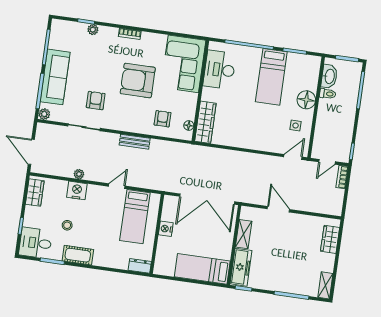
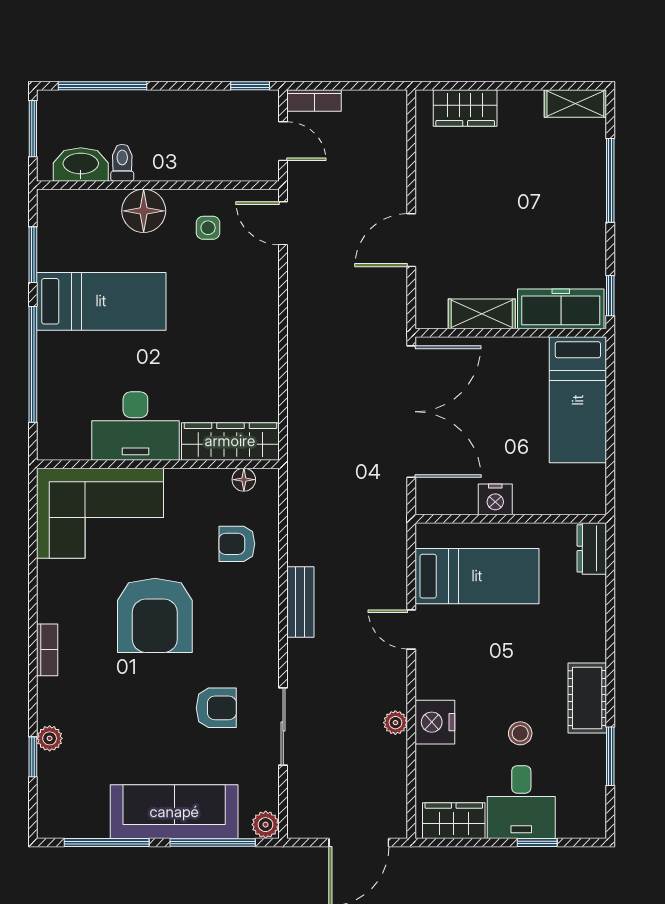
desk: (219, 70) -> (135, 426), moved
armchair: (96, 101) -> (216, 708), turned 180
desk: (35, 243) -> (521, 802), moved

